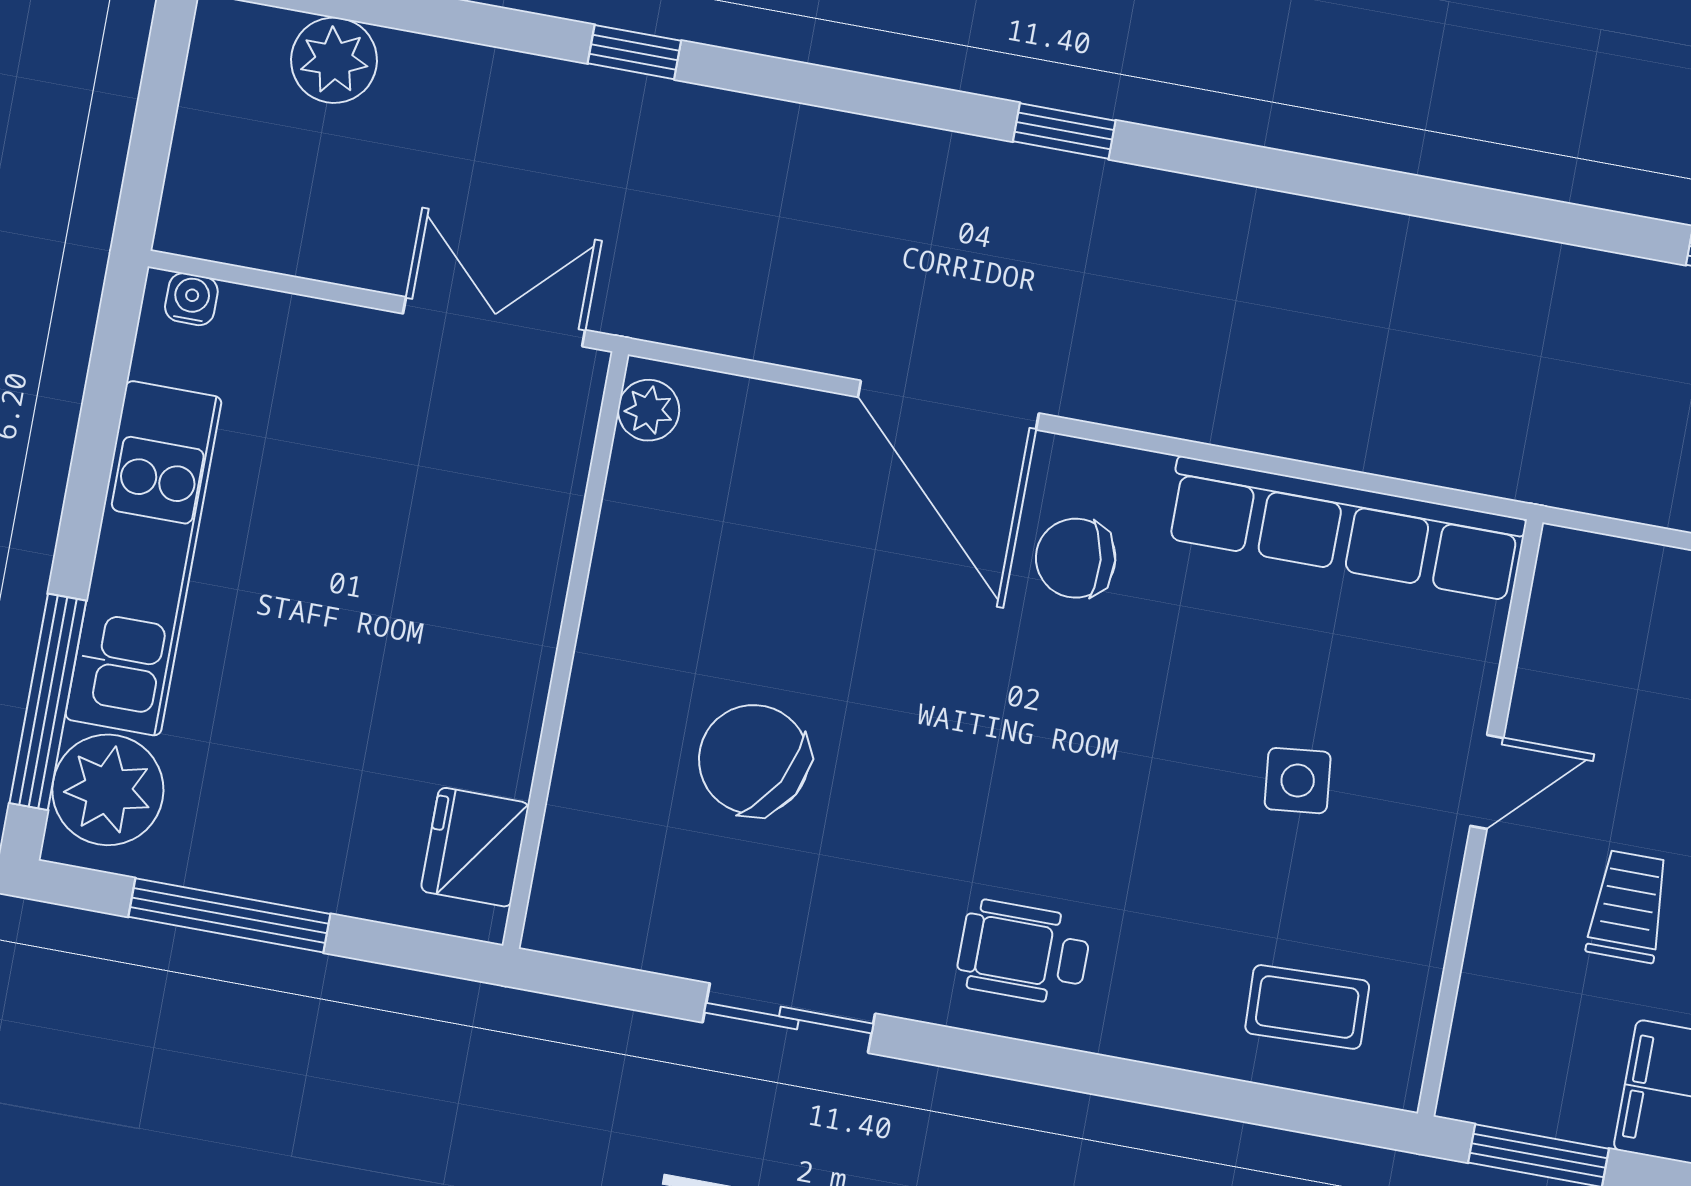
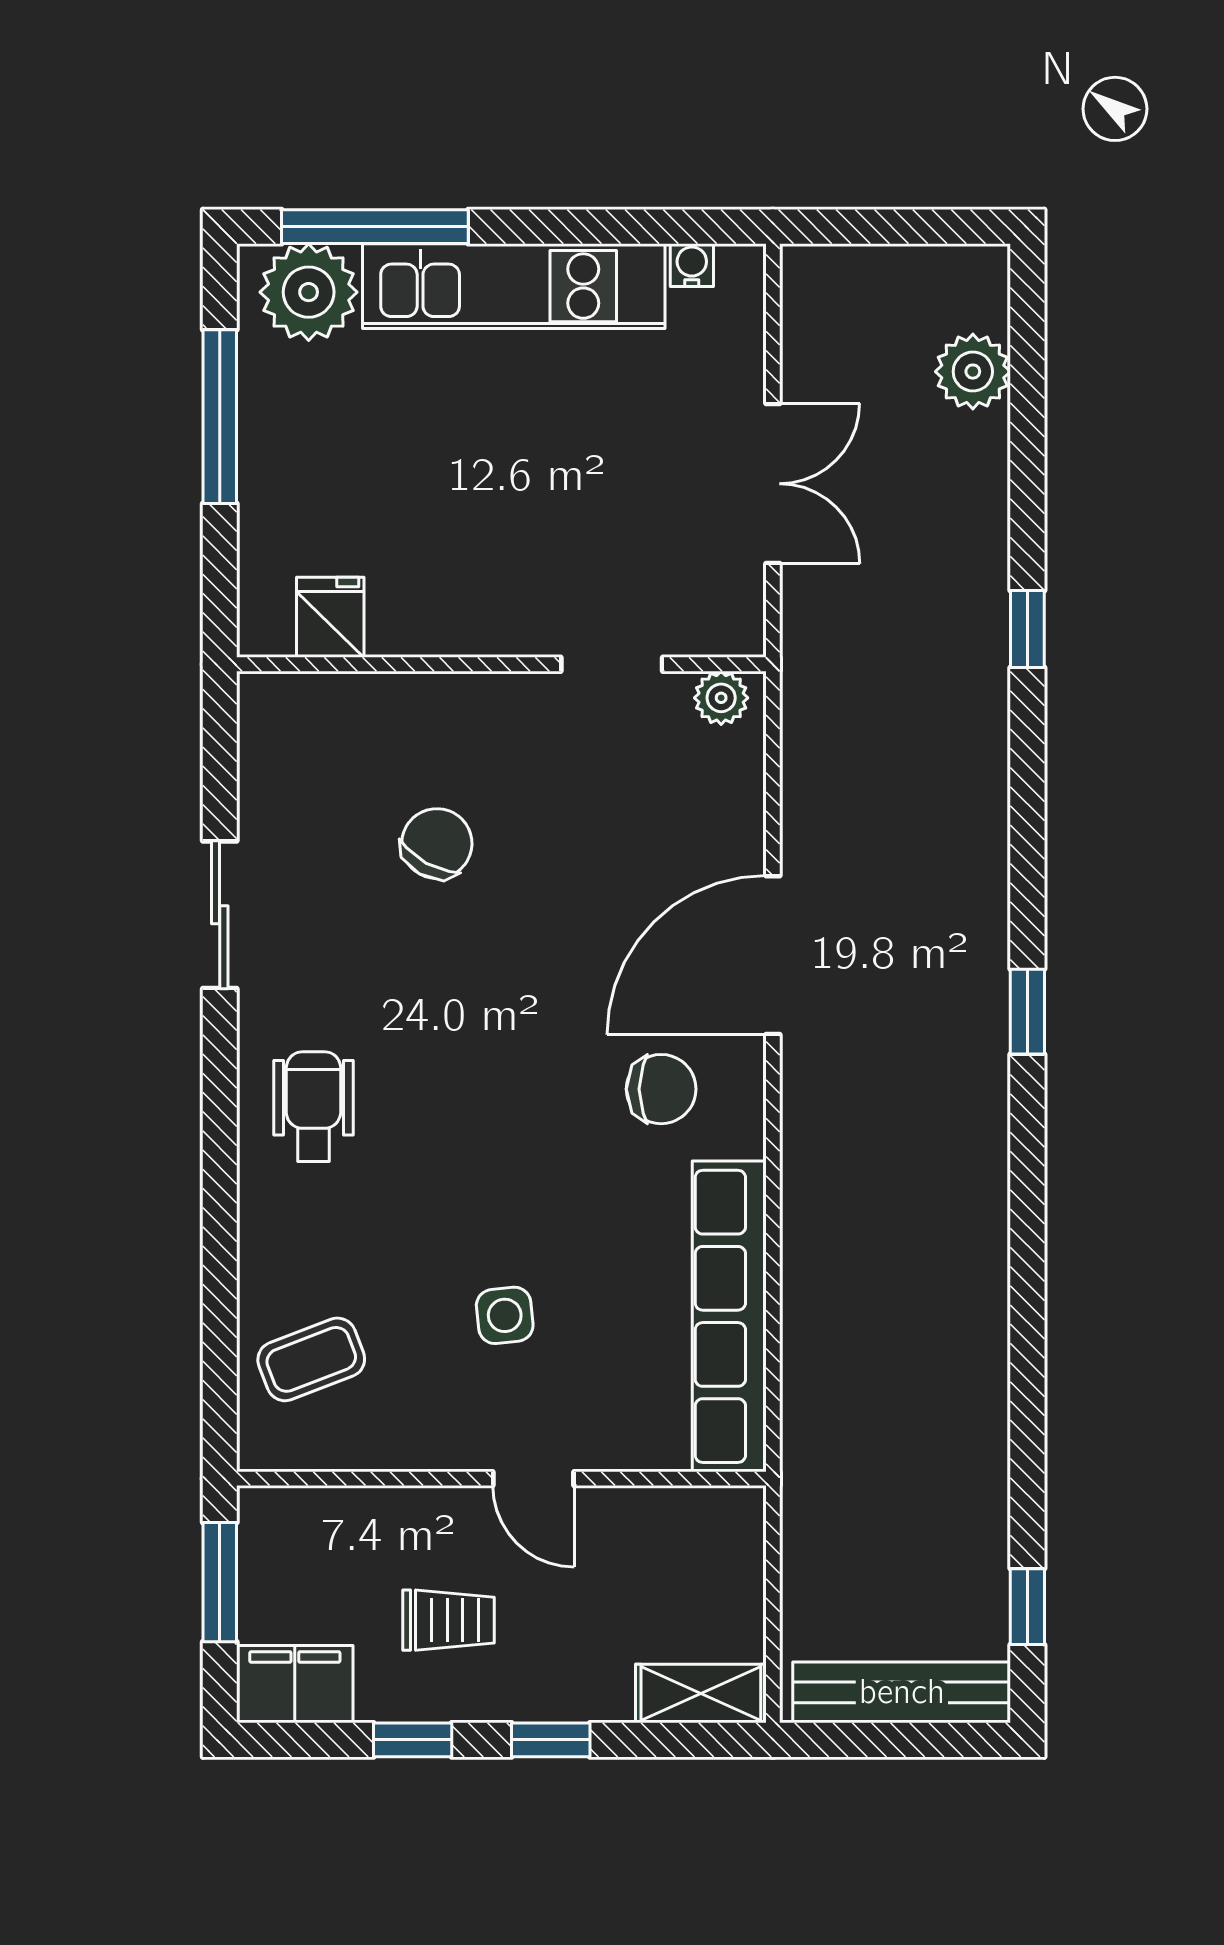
water cooler: (191, 299) -> (692, 265), moved, turned -90
double door: (494, 322) -> (773, 484), moved
doorway: (588, 526) -> (612, 664), added
chair: (1076, 558) -> (661, 1089), turned 97
chair: (754, 760) -> (437, 844), width x0.73, depth x0.73
fridge: (475, 847) -> (330, 617), width x0.72
coffee table: (1307, 1007) -> (311, 1359), turned 71

